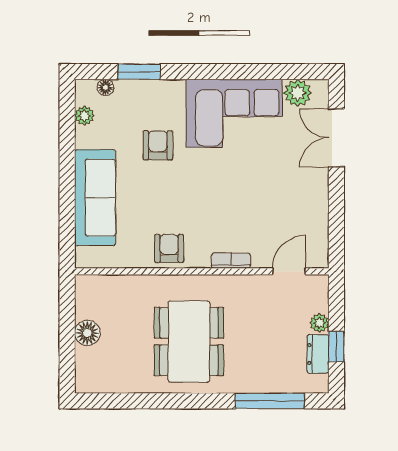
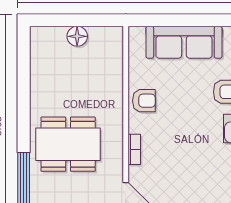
dining table: (189, 342) -> (68, 144), moved

